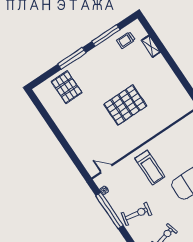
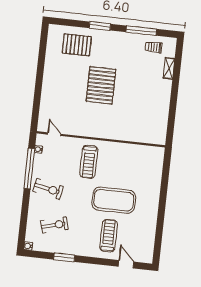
window: (72, 58) -> (100, 26), width x0.69
pallet: (66, 87) -> (77, 45), turned 90
pallet: (125, 105) -> (101, 85), moved, turned 90

